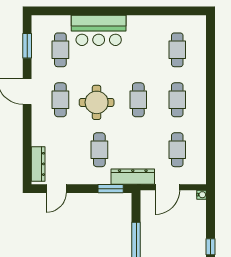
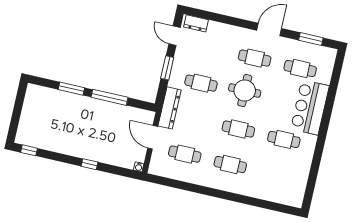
cafe table: (177, 50) -> (284, 139), moved
dresser: (38, 164) -> (196, 23), width x0.70
window: (111, 189) -> (167, 68), moved

